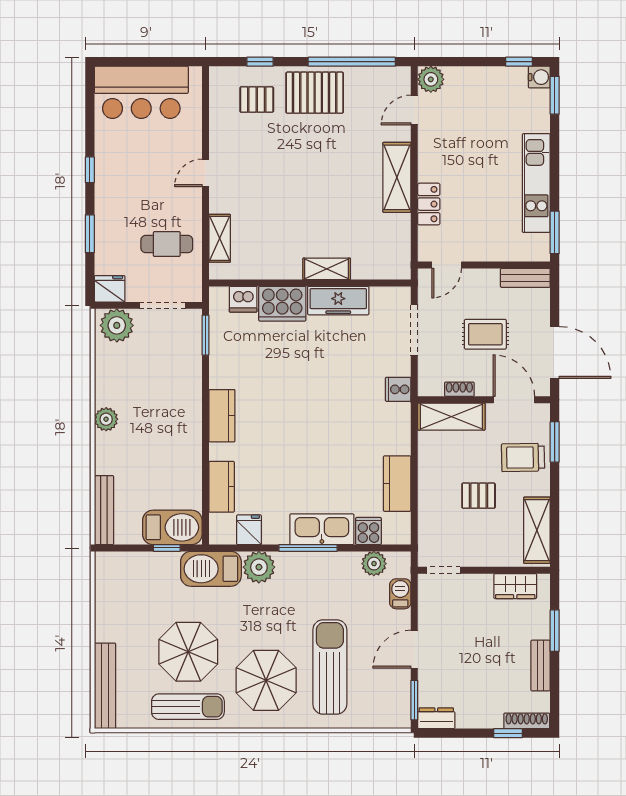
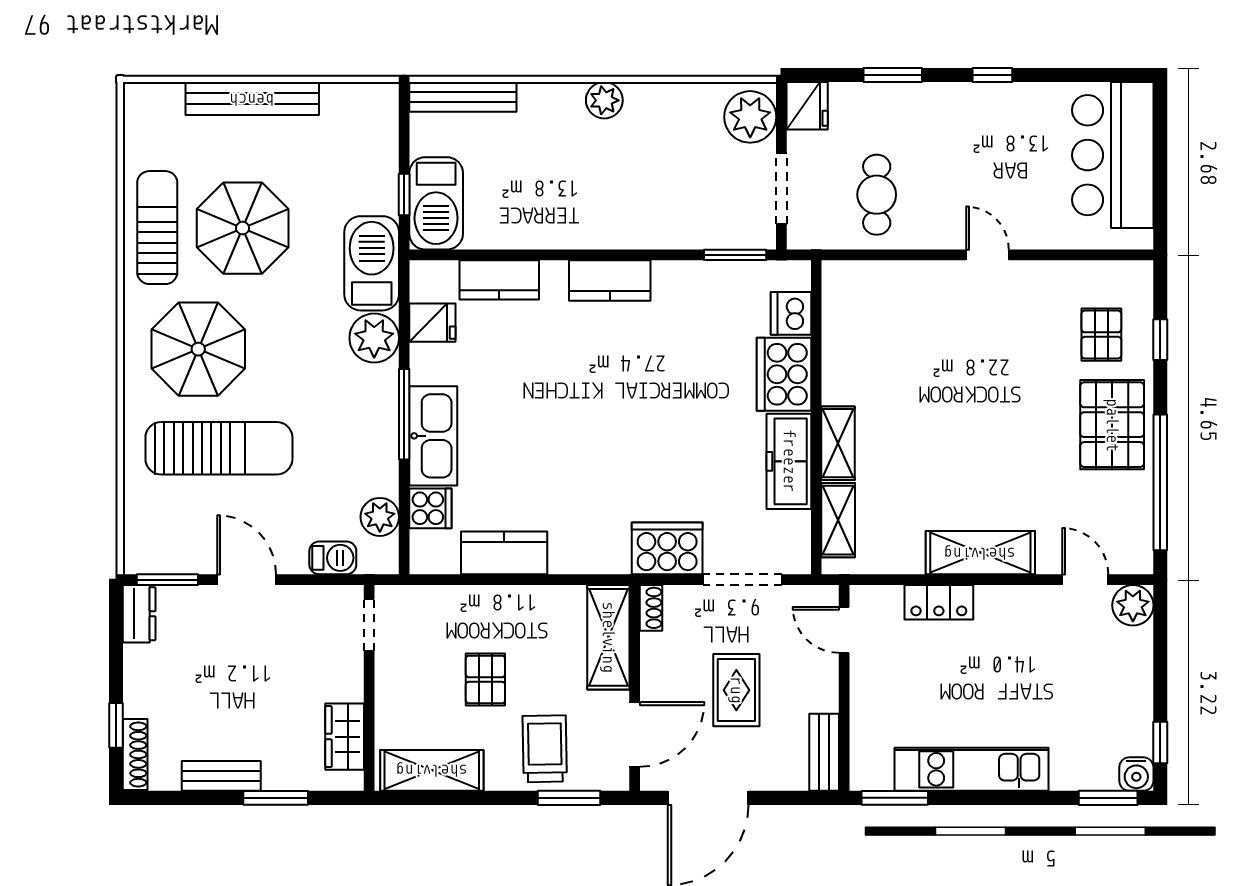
shelving: (220, 238) -> (838, 520), moved, turned 90
cooker: (398, 389) -> (667, 548), width x1.87, depth x1.31
shoe rack: (459, 389) -> (651, 608), moved
bench: (105, 686) -> (252, 99), moved
sun lounger: (188, 707) -> (157, 228), turned 180

